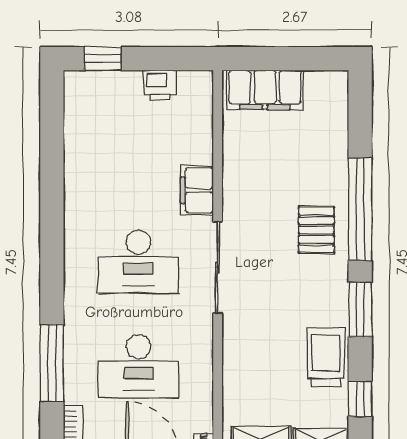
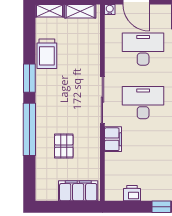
pallet: (316, 230) -> (64, 146), moved
window: (360, 399) -> (29, 32), removed

